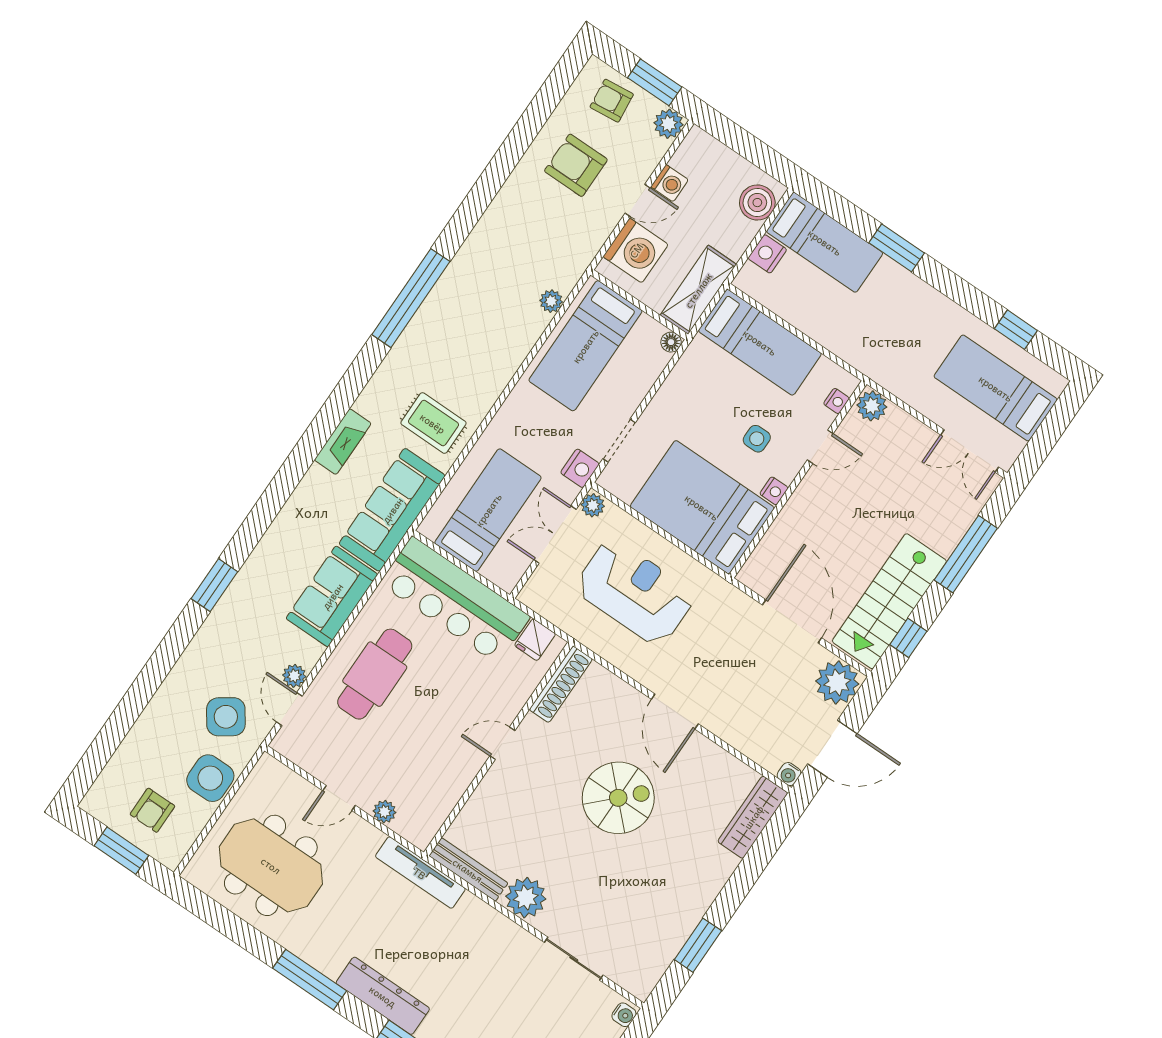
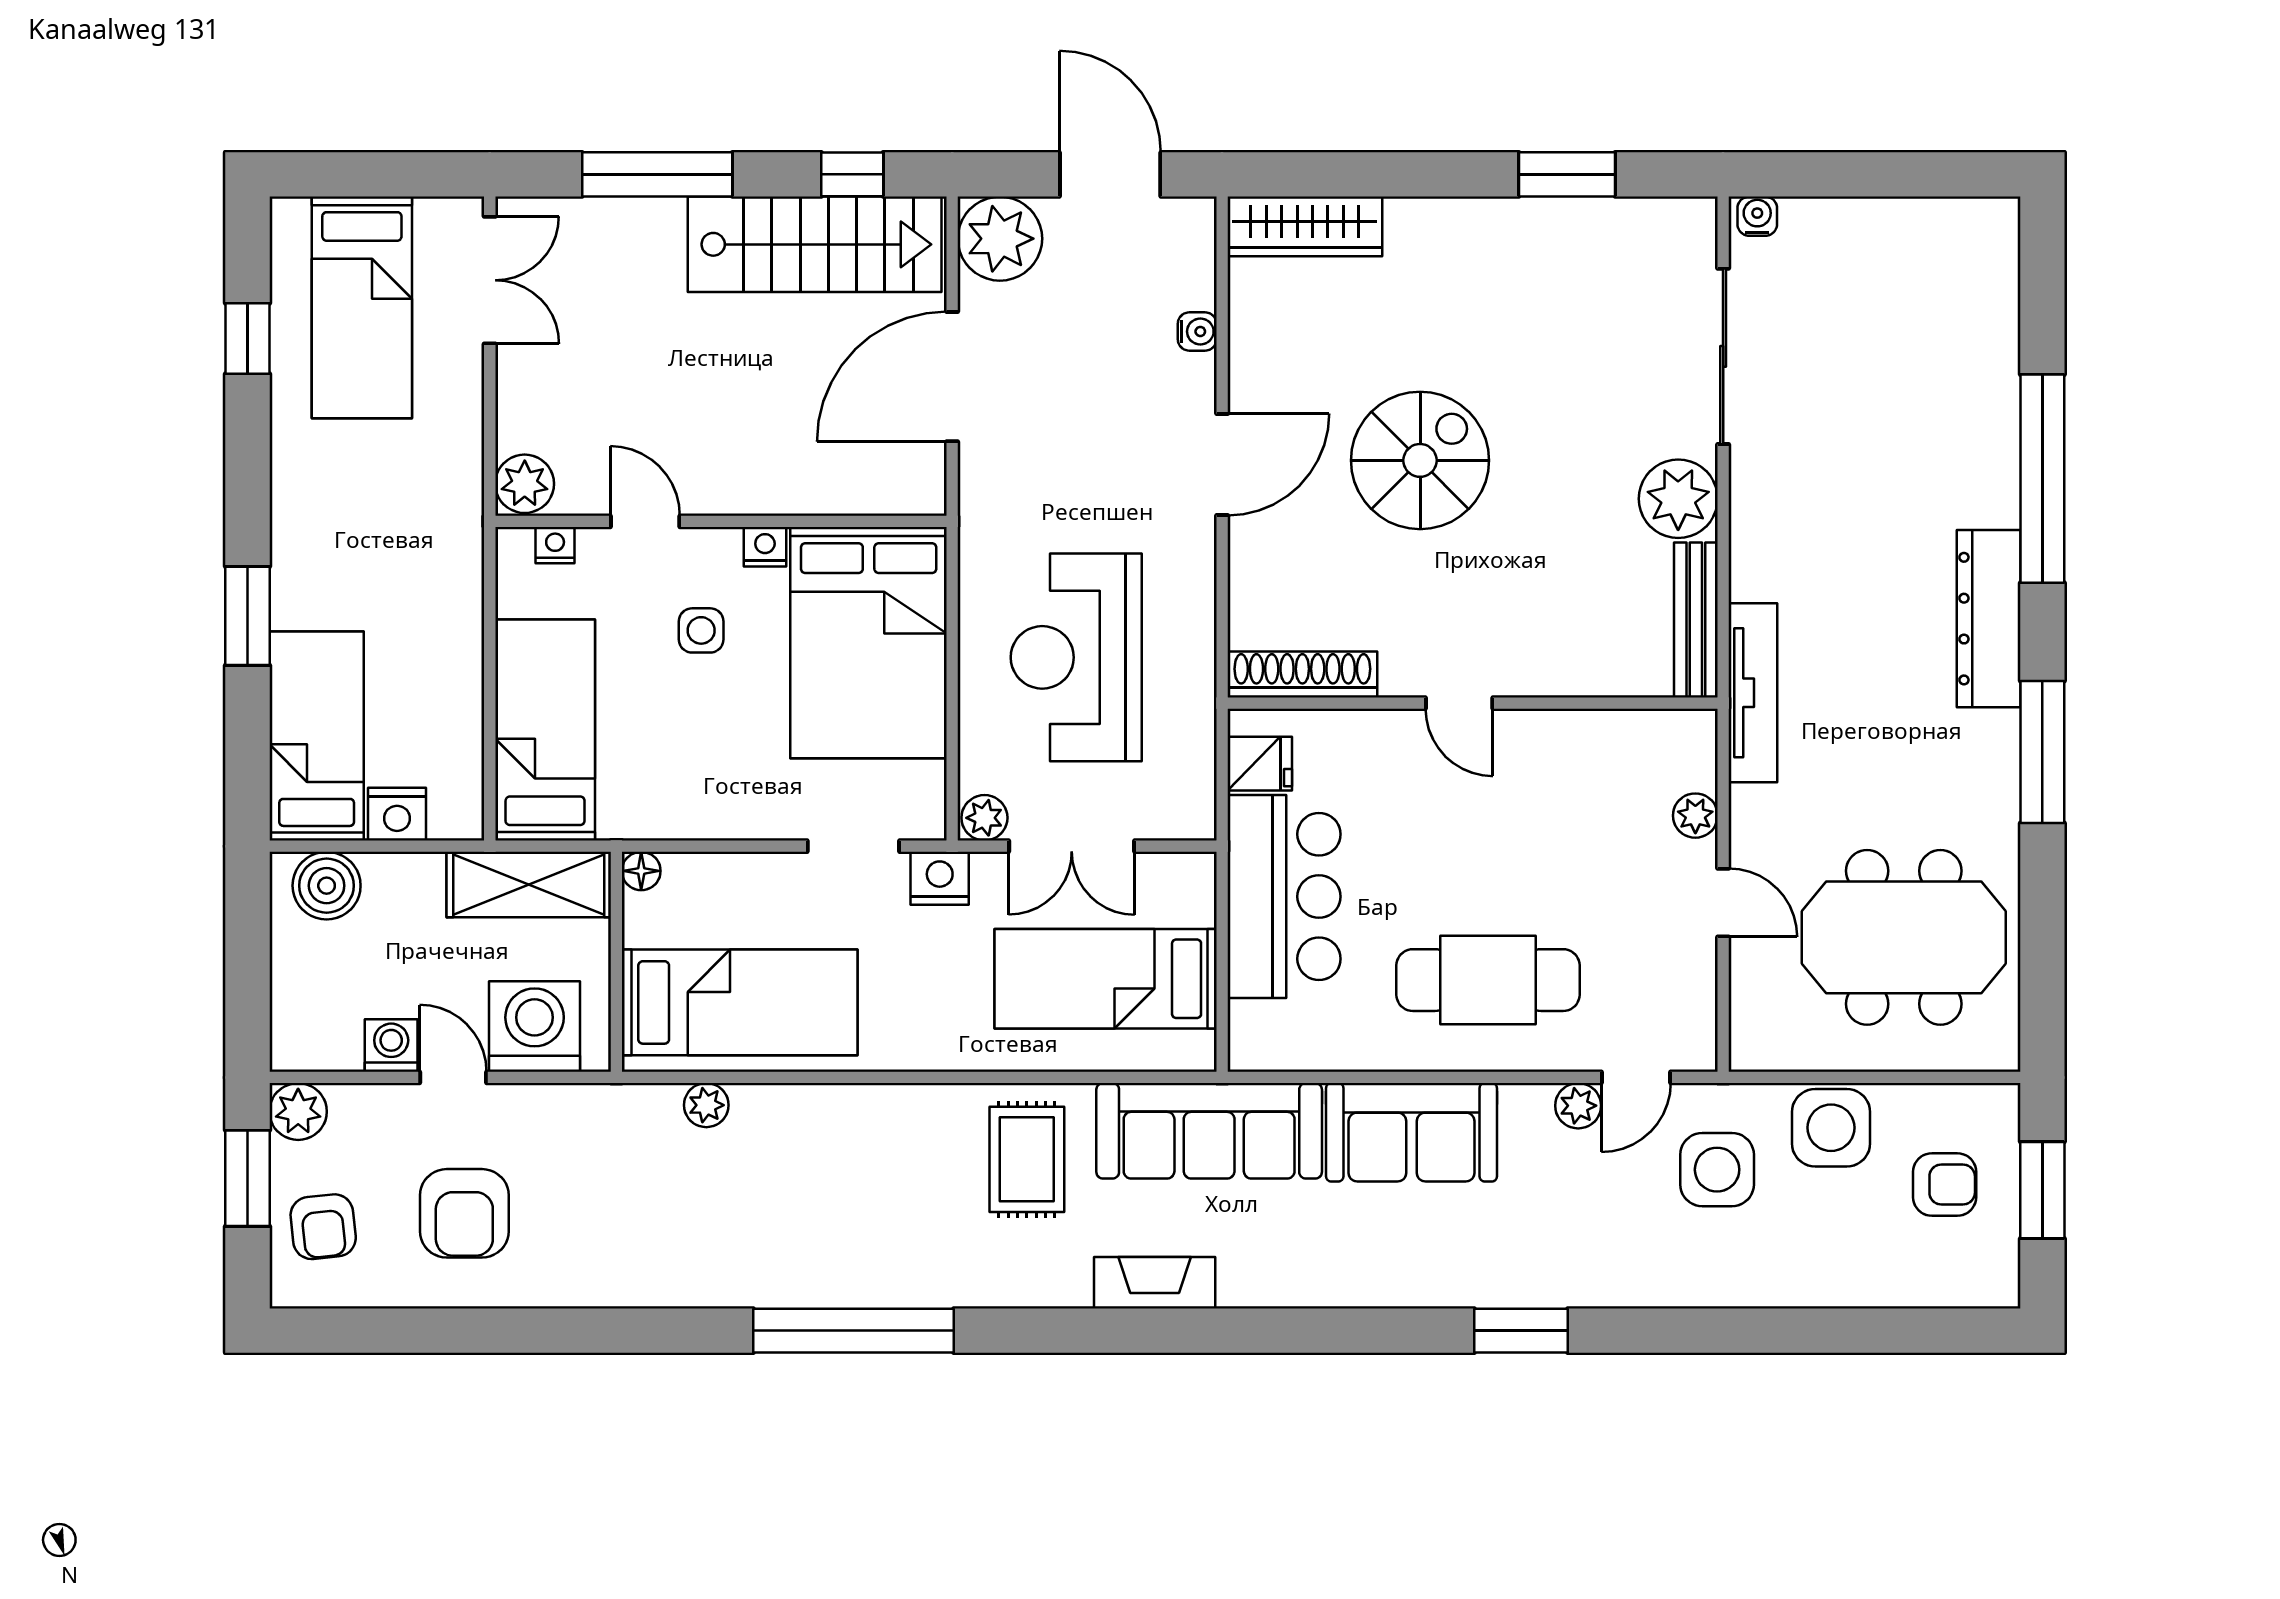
bar counter: (455, 600) -> (1284, 897), width x0.73
side table: (226, 717) -> (1717, 1170), turned 35
water cooler: (789, 774) -> (1197, 331), moved
spiral stairs: (618, 798) -> (1420, 460), turned 90
meeting table: (271, 865) -> (1904, 937), turned 90
sliding door: (574, 959) -> (1723, 356), width x1.37

